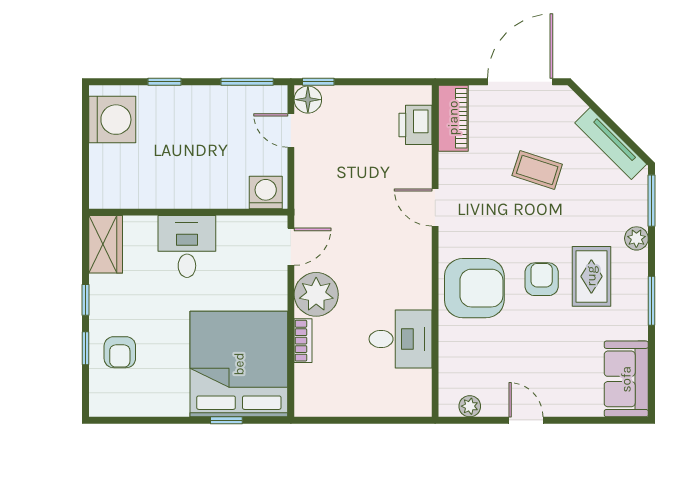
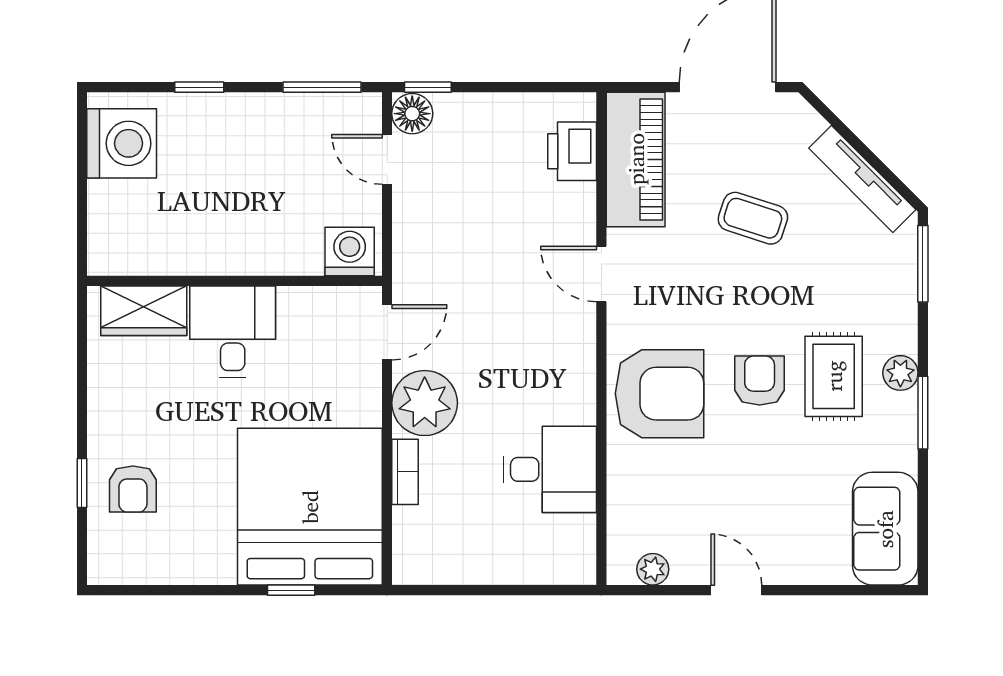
piano: (453, 118) -> (636, 159), width x1.37, depth x1.33
plant: (636, 238) -> (900, 373), moved
wardrobe: (106, 244) -> (144, 311), moved, turned 90
window: (86, 300) -> (82, 411), removed

